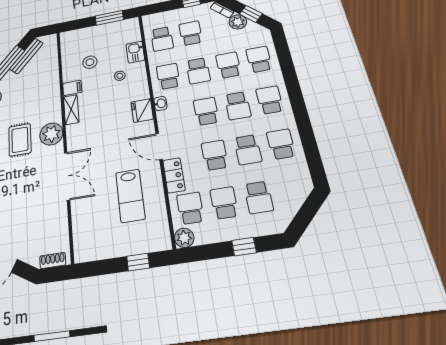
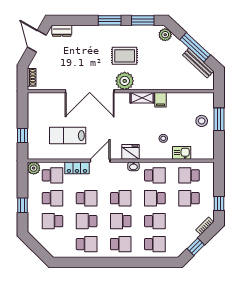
window: (109, 18) -> (219, 119), moved
plant: (238, 22) -> (191, 236), removed
school desk: (191, 33) -> (189, 198), turned 180
stool: (90, 62) -> (202, 121), moved
double door: (67, 176) -> (90, 91), width x1.36

